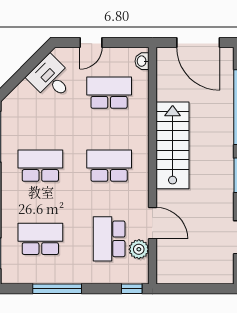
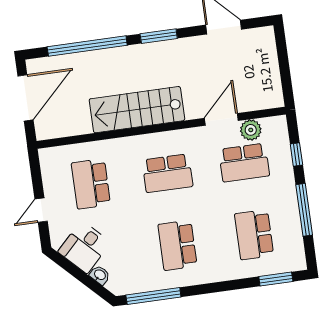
door: (91, 43) -> (41, 210), swing flipped
washbasin: (142, 61) -> (100, 275), moved, turned -135
school desk: (109, 166) -> (167, 173), turned -90
window: (132, 289) -> (296, 154), moved

